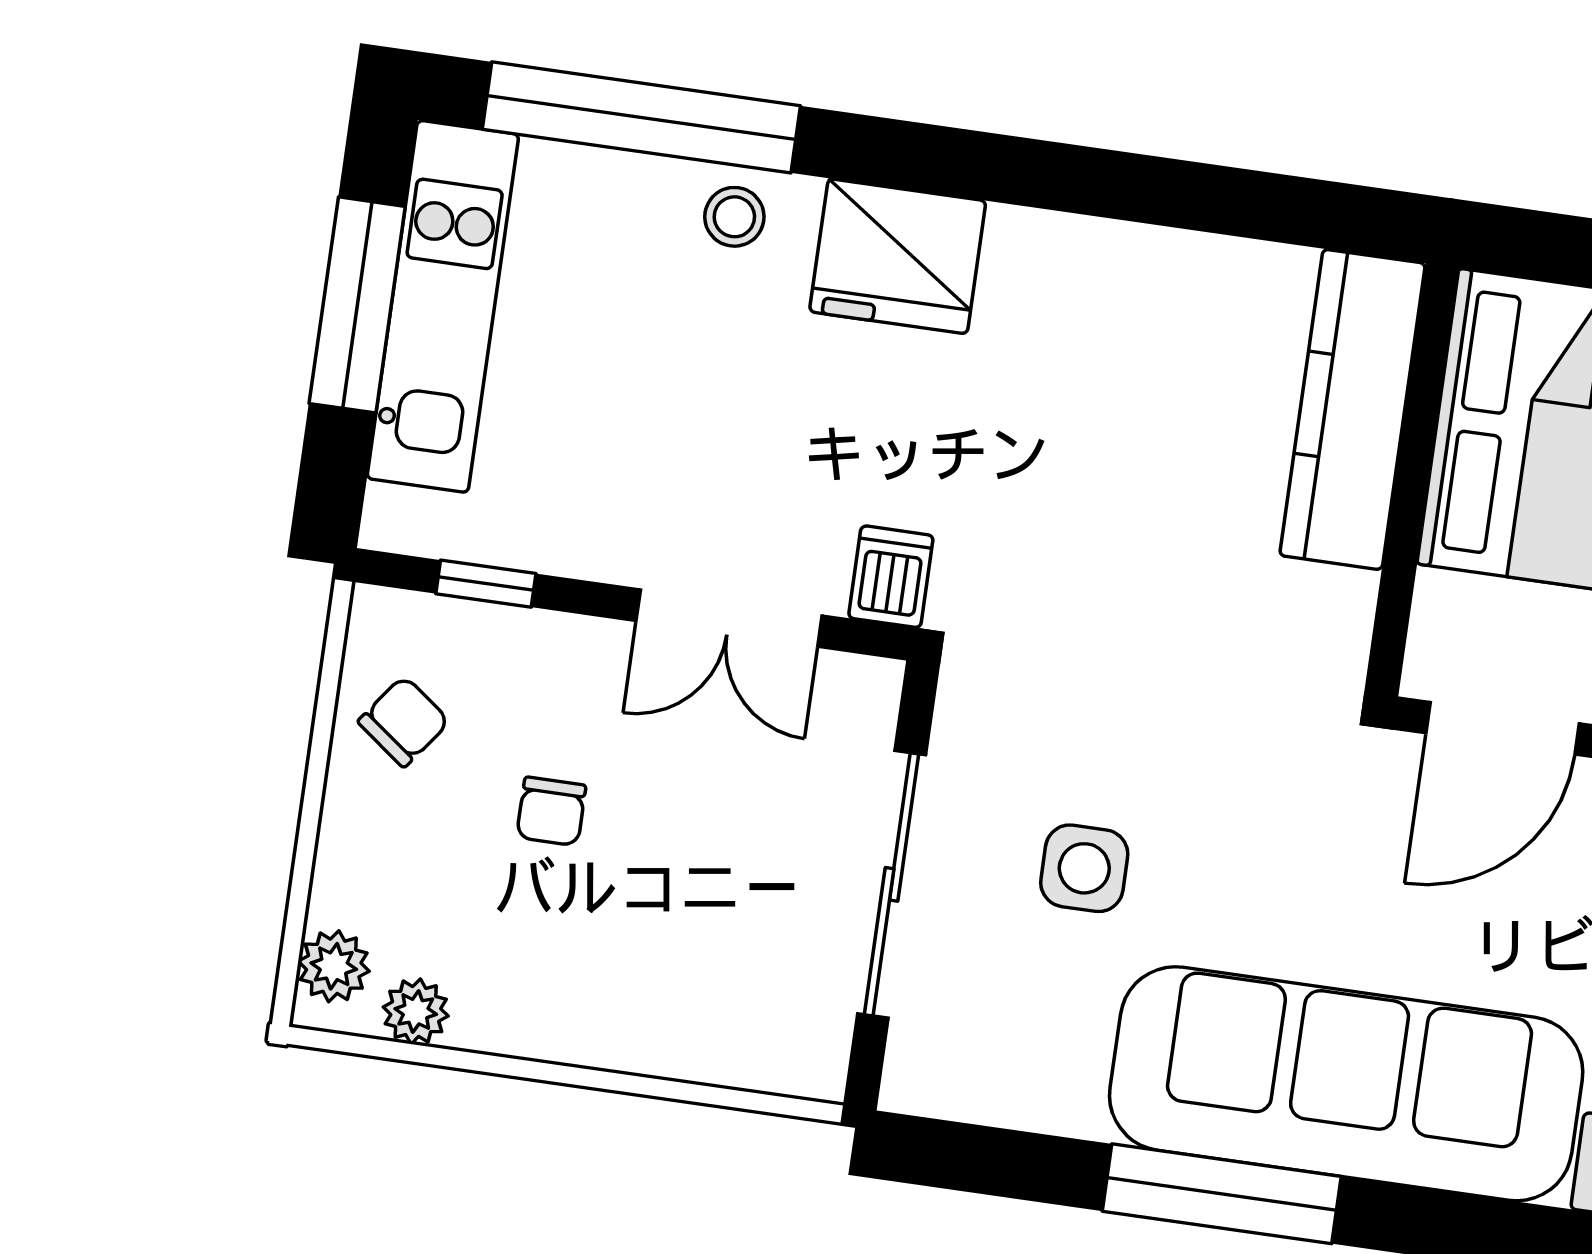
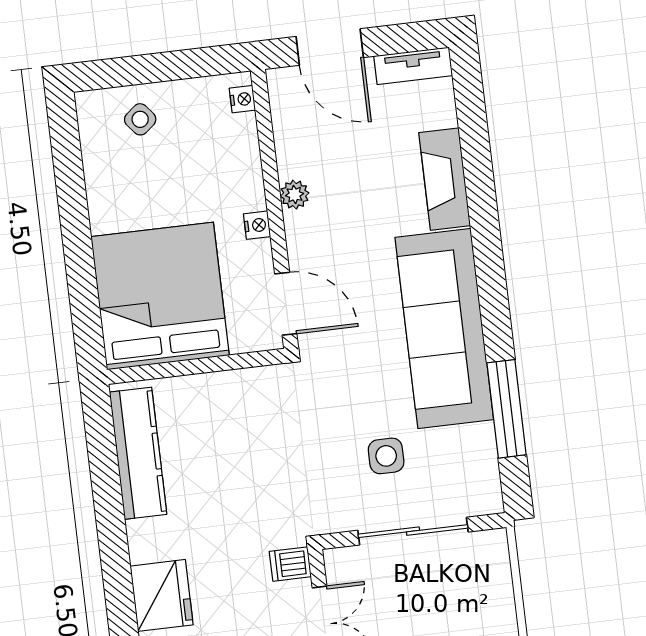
kitchen counter: (1352, 409) -> (138, 453), moved, turned -90
window: (1222, 1194) -> (507, 409), moved

